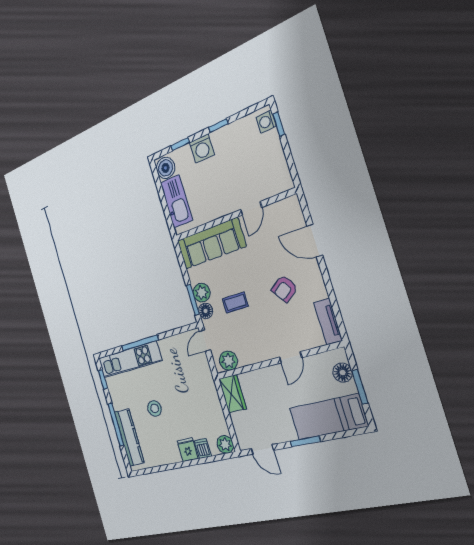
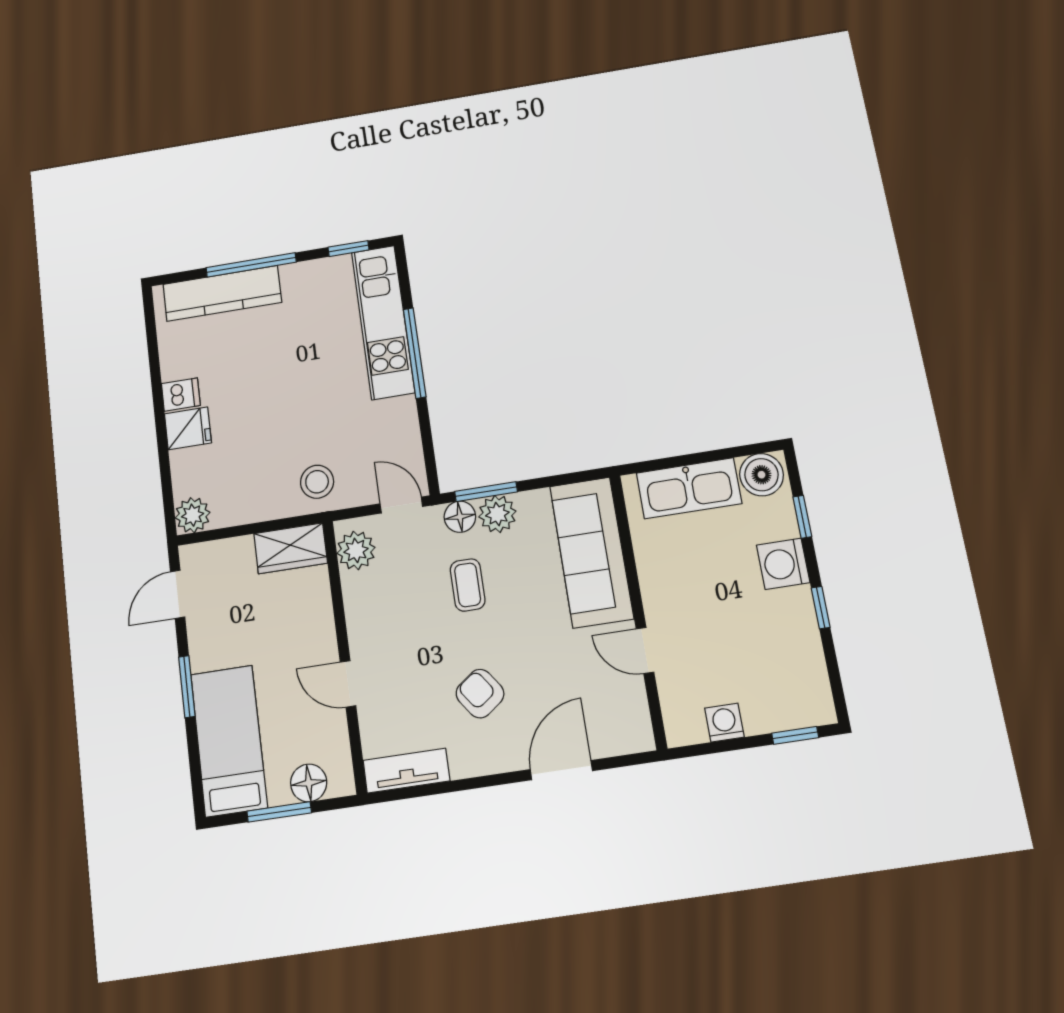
washing machine: (266, 122) -> (724, 723), moved
stool: (155, 408) -> (317, 482), moved
dishwasher: (203, 448) -> (181, 395), moved

